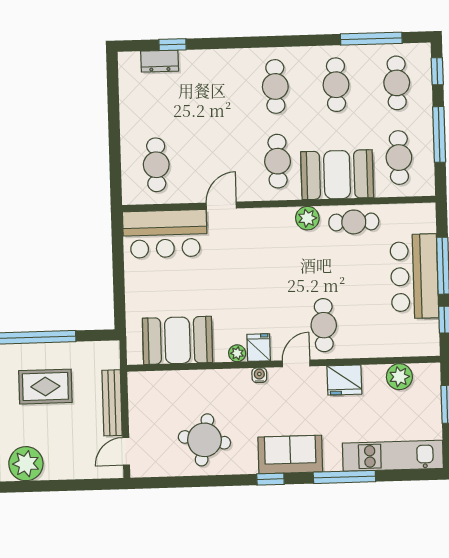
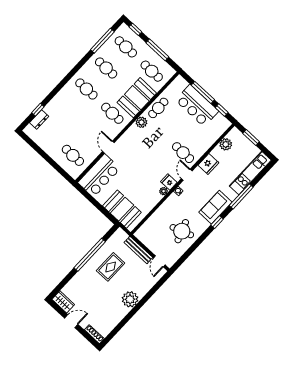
booth: (177, 340) -> (122, 209), moved, turned 90
round table: (204, 440) -> (182, 231), turned -30

